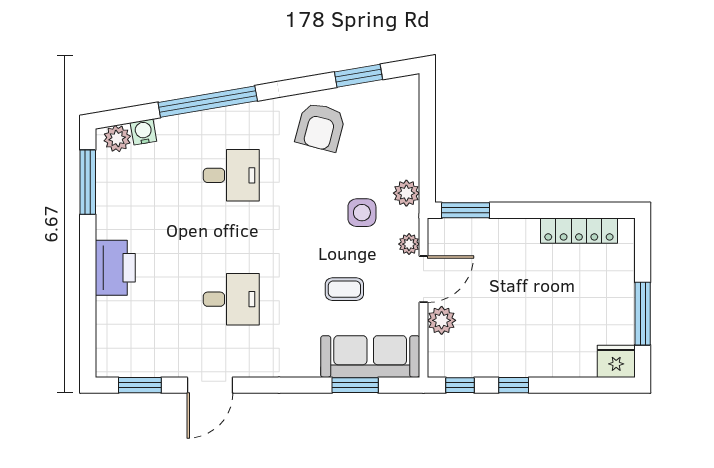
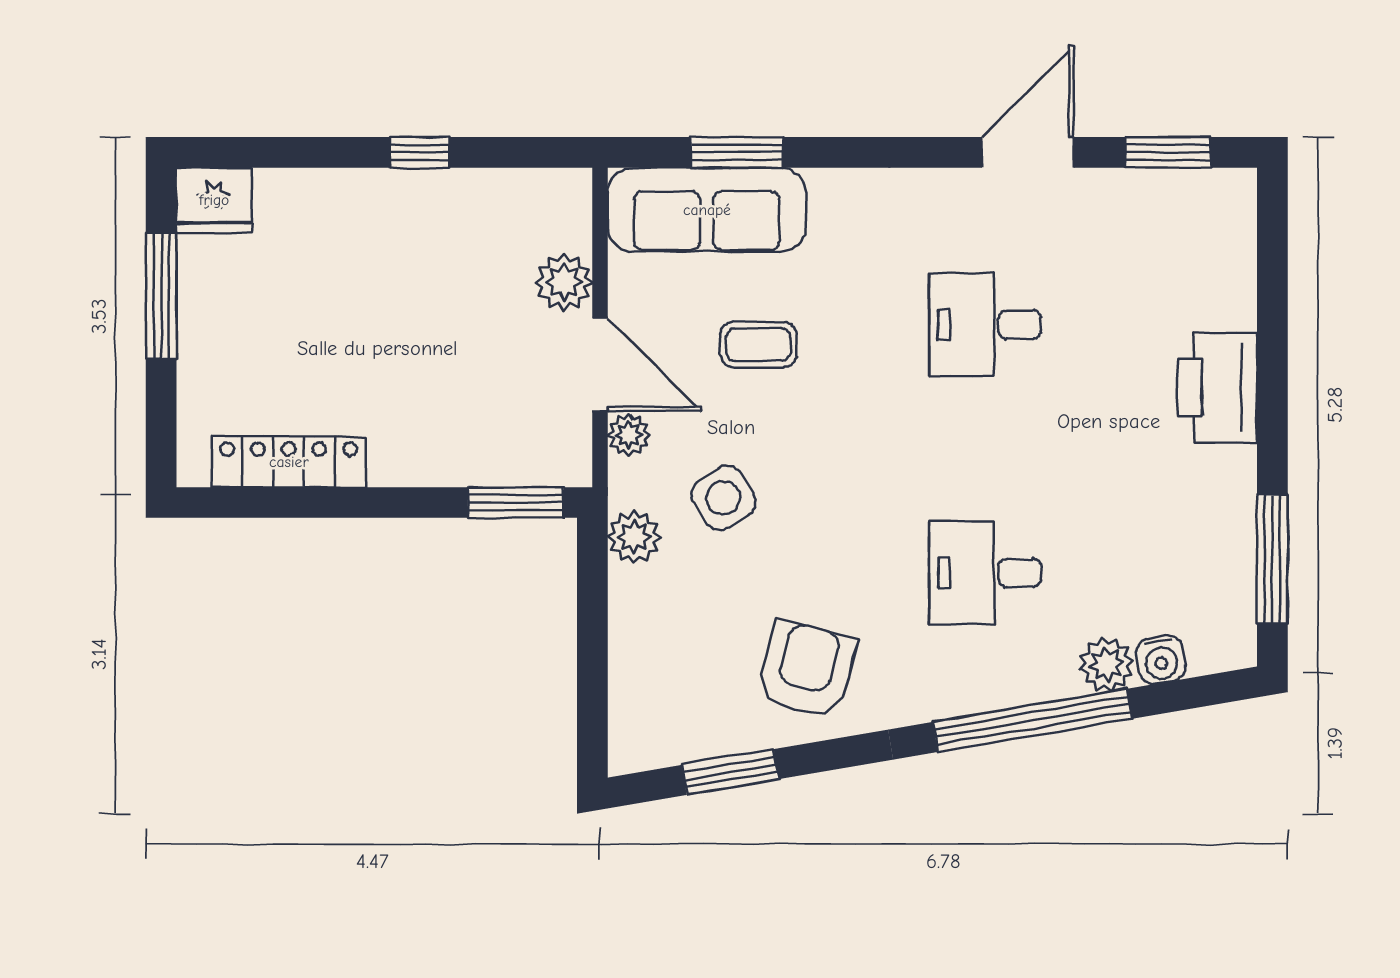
plant: (117, 139) -> (1107, 665), moved
side table: (362, 213) -> (723, 498), turned -32
door: (423, 279) -> (600, 365), swing flipped
window: (460, 385) -> (527, 152), removed

